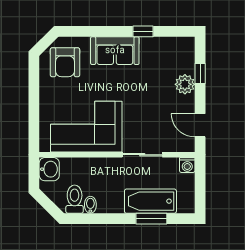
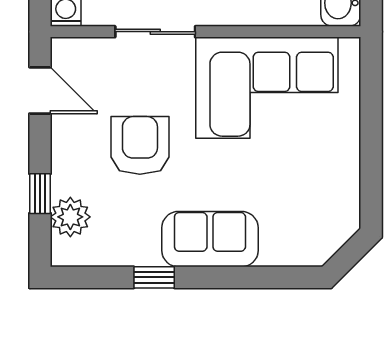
armchair: (65, 62) -> (140, 145), moved
plant: (185, 84) -> (70, 217), moved

